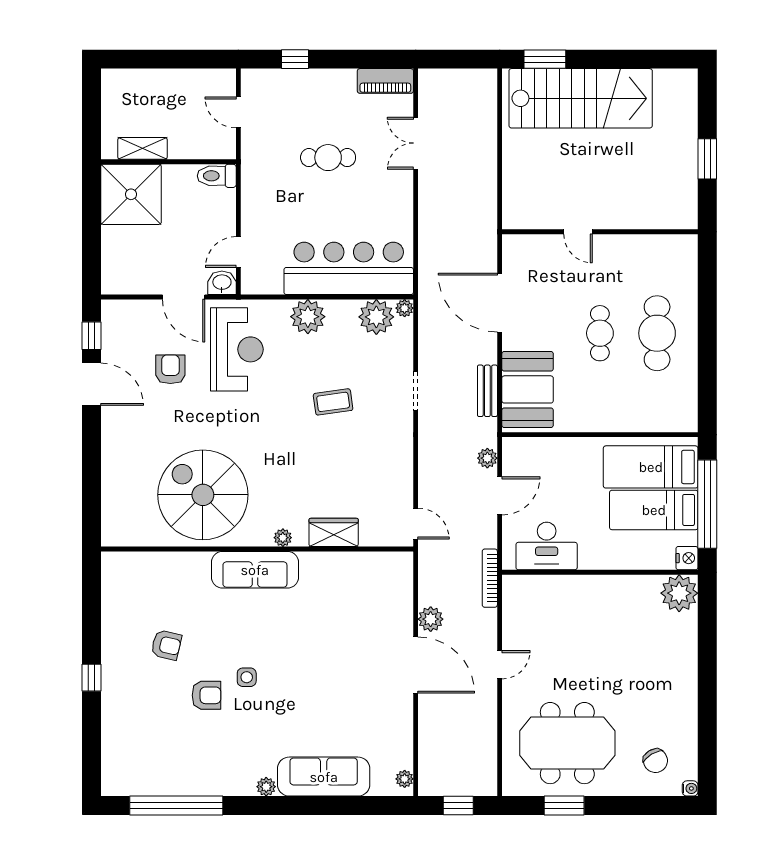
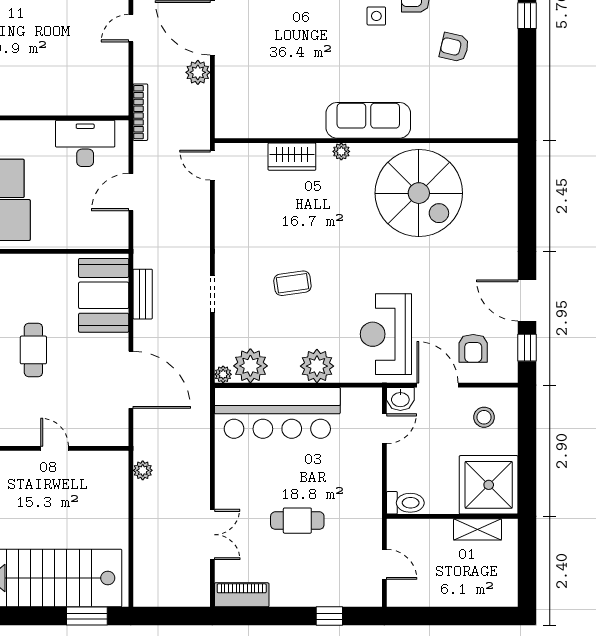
stool: (136, 264) -> (484, 417), added
armchair: (170, 369) -> (473, 348), moved
plant: (487, 458) -> (143, 470), moved

